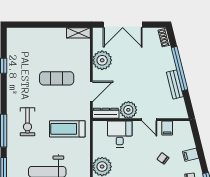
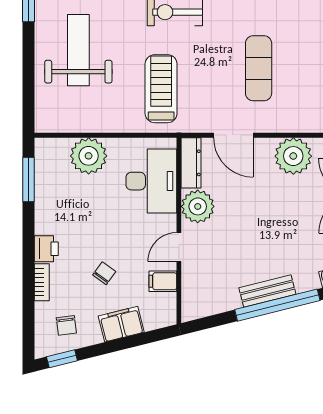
bench: (175, 84) -> (267, 291), moved
desk: (120, 134) -> (151, 181), width x1.37
filing cabinet: (191, 155) -> (121, 324), width x2.00

